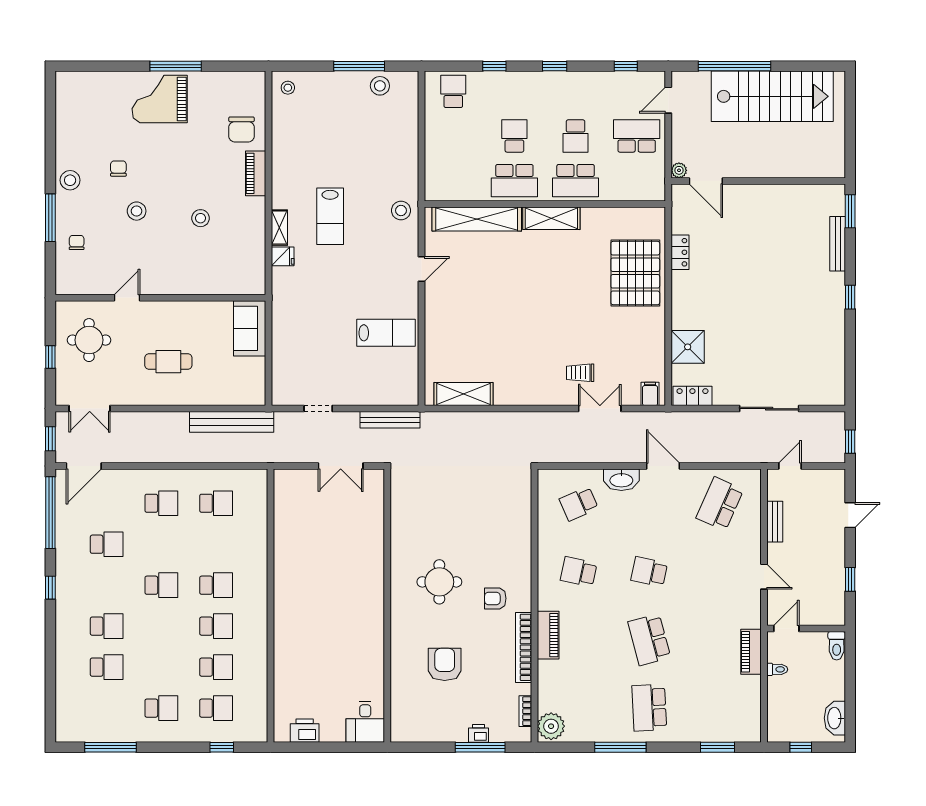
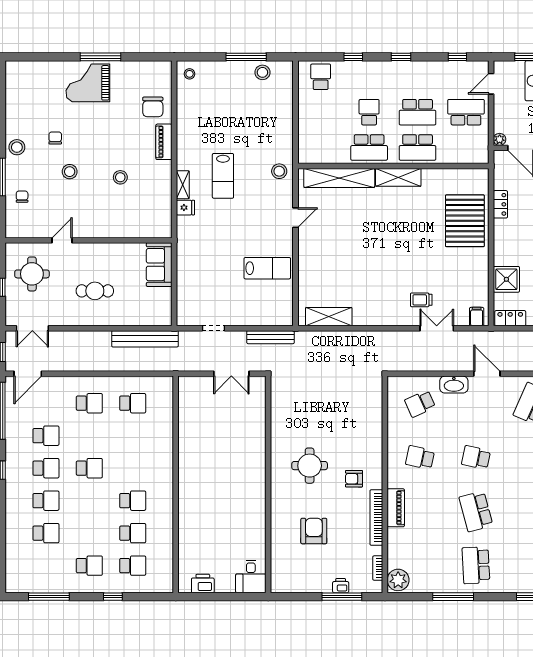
school desk: (576, 136) -> (418, 112), width x1.85
school desk: (216, 585) -> (46, 468), moved
window: (222, 747) -> (113, 597), moved

